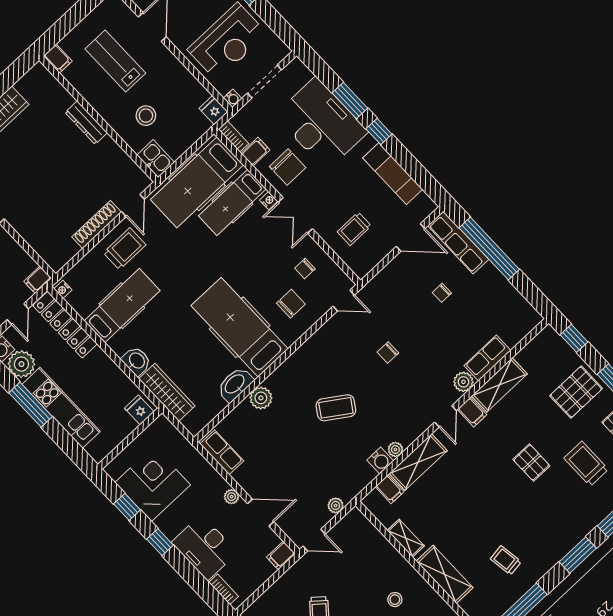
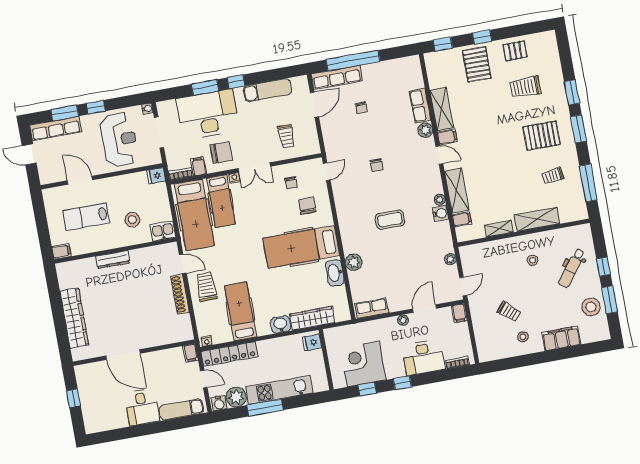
water cooler: (233, 98) -> (147, 109), moved
coffee table: (336, 408) -> (390, 220), turned 56
pallet: (531, 463) -> (542, 136), moved, width x1.50, depth x1.42

